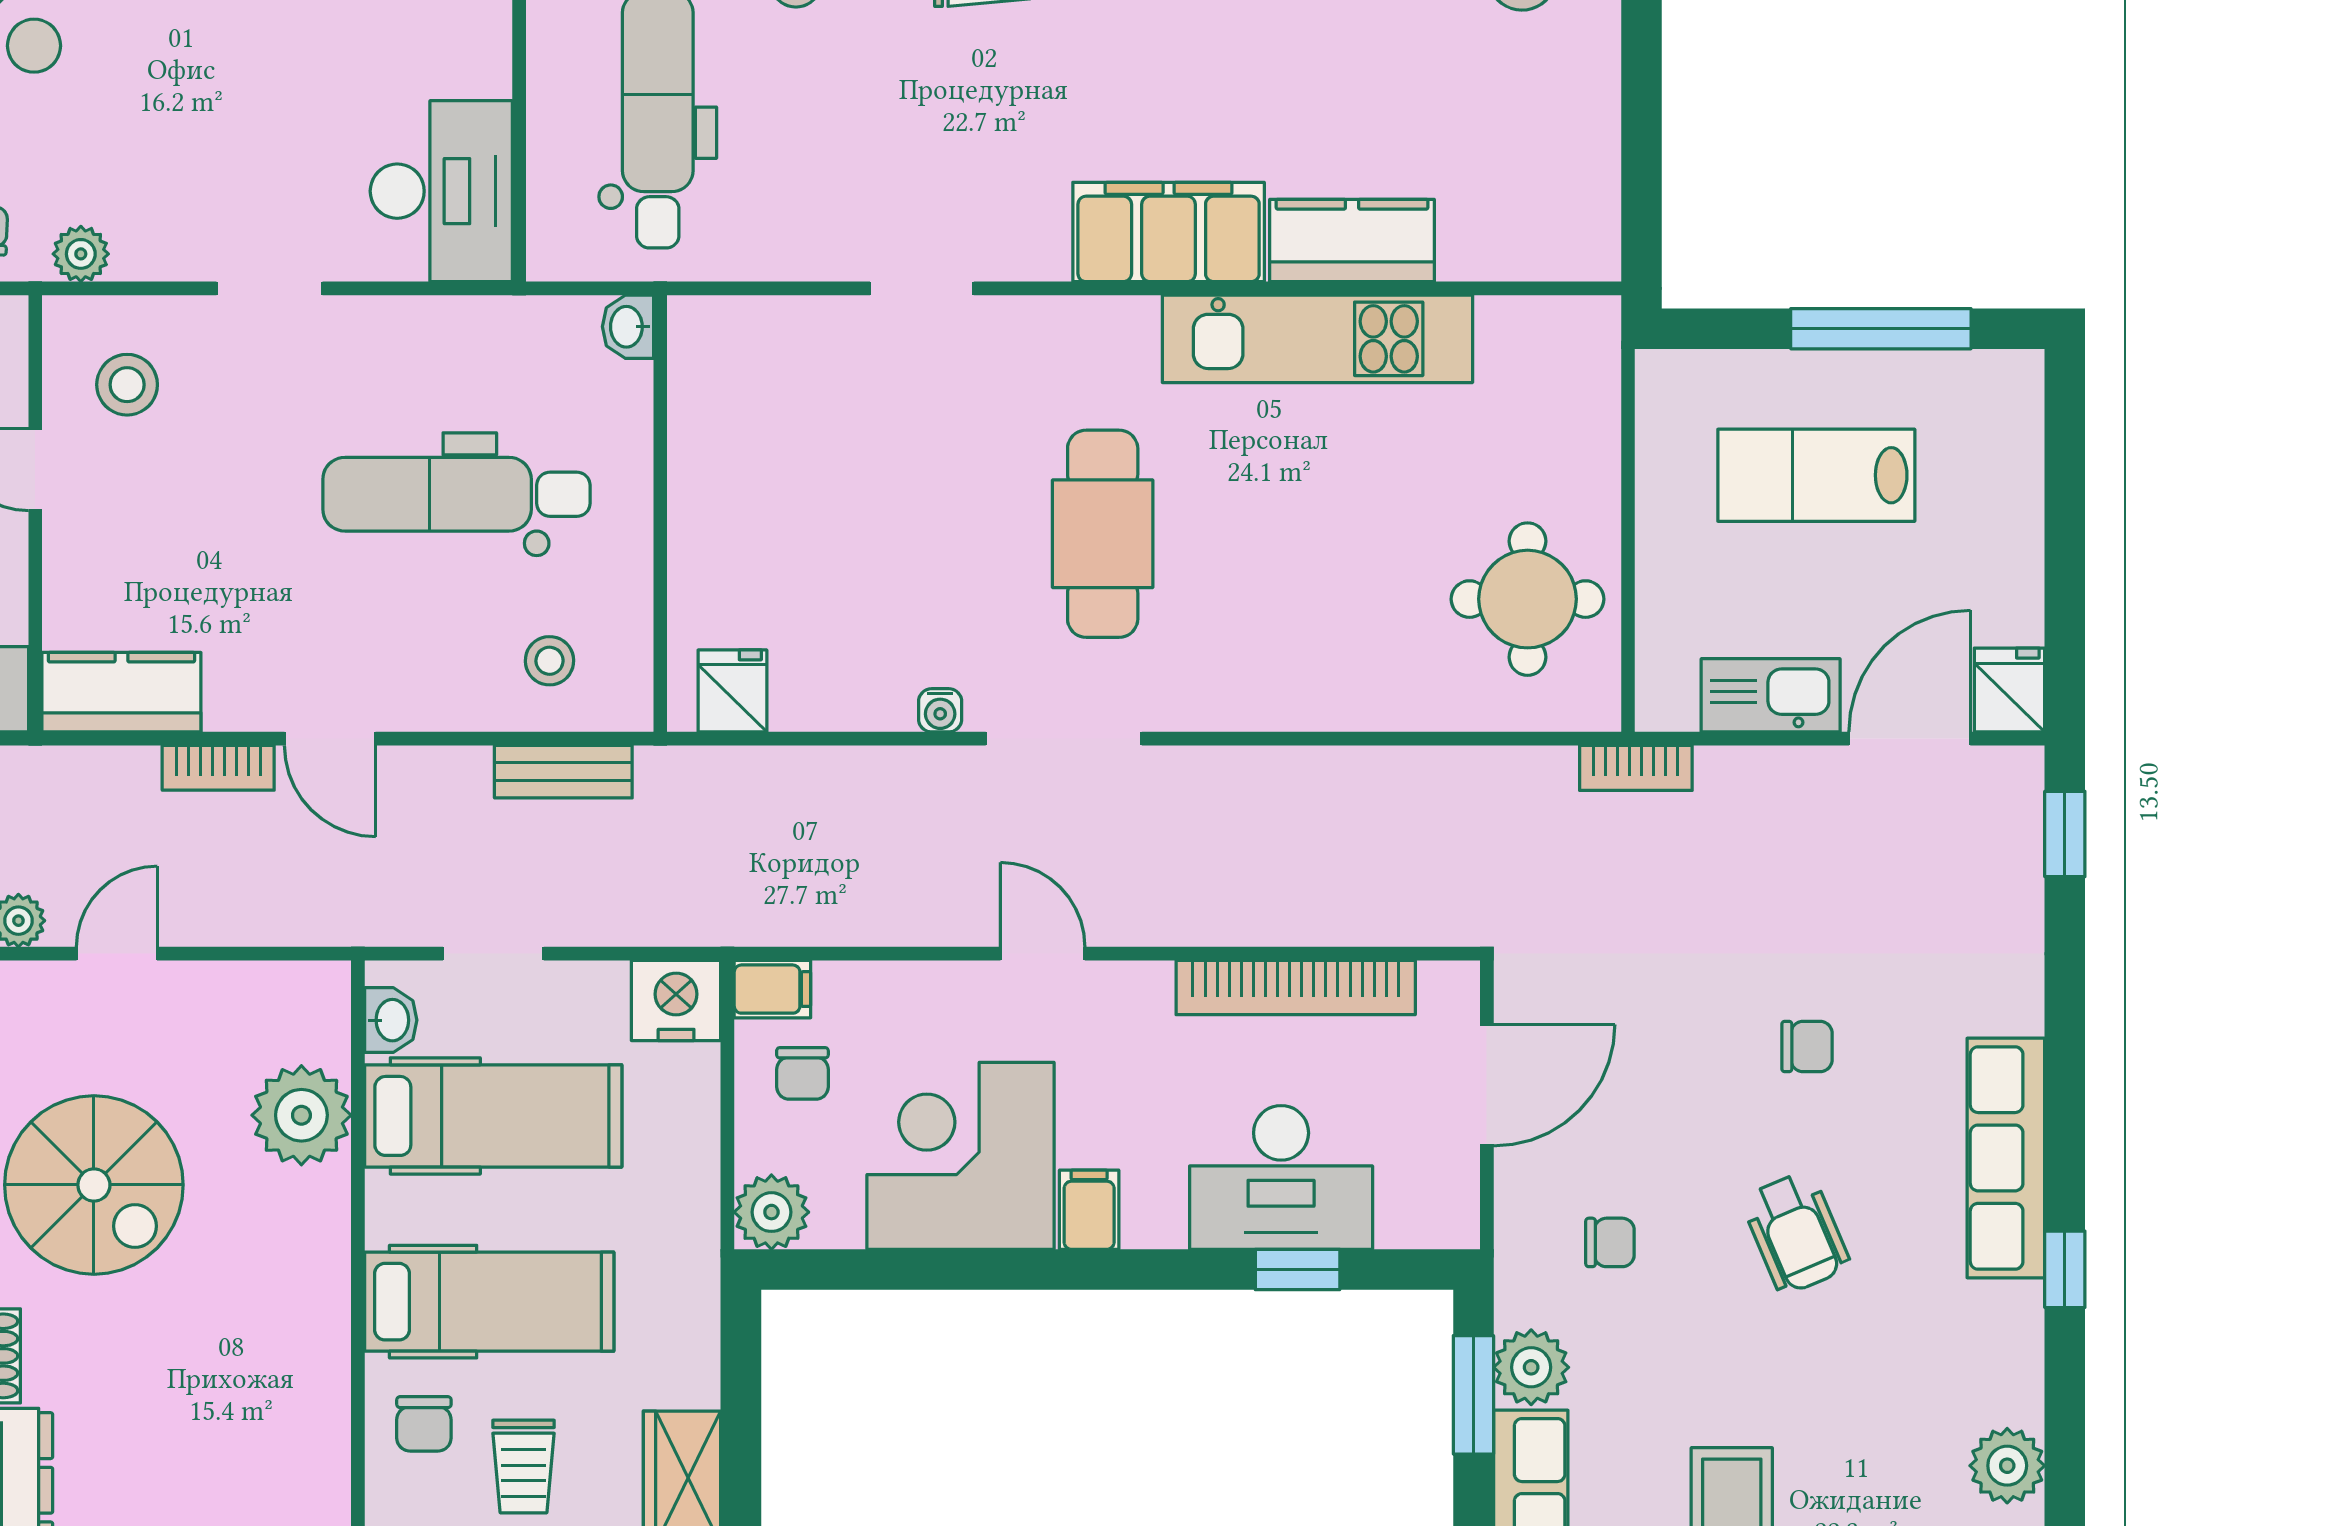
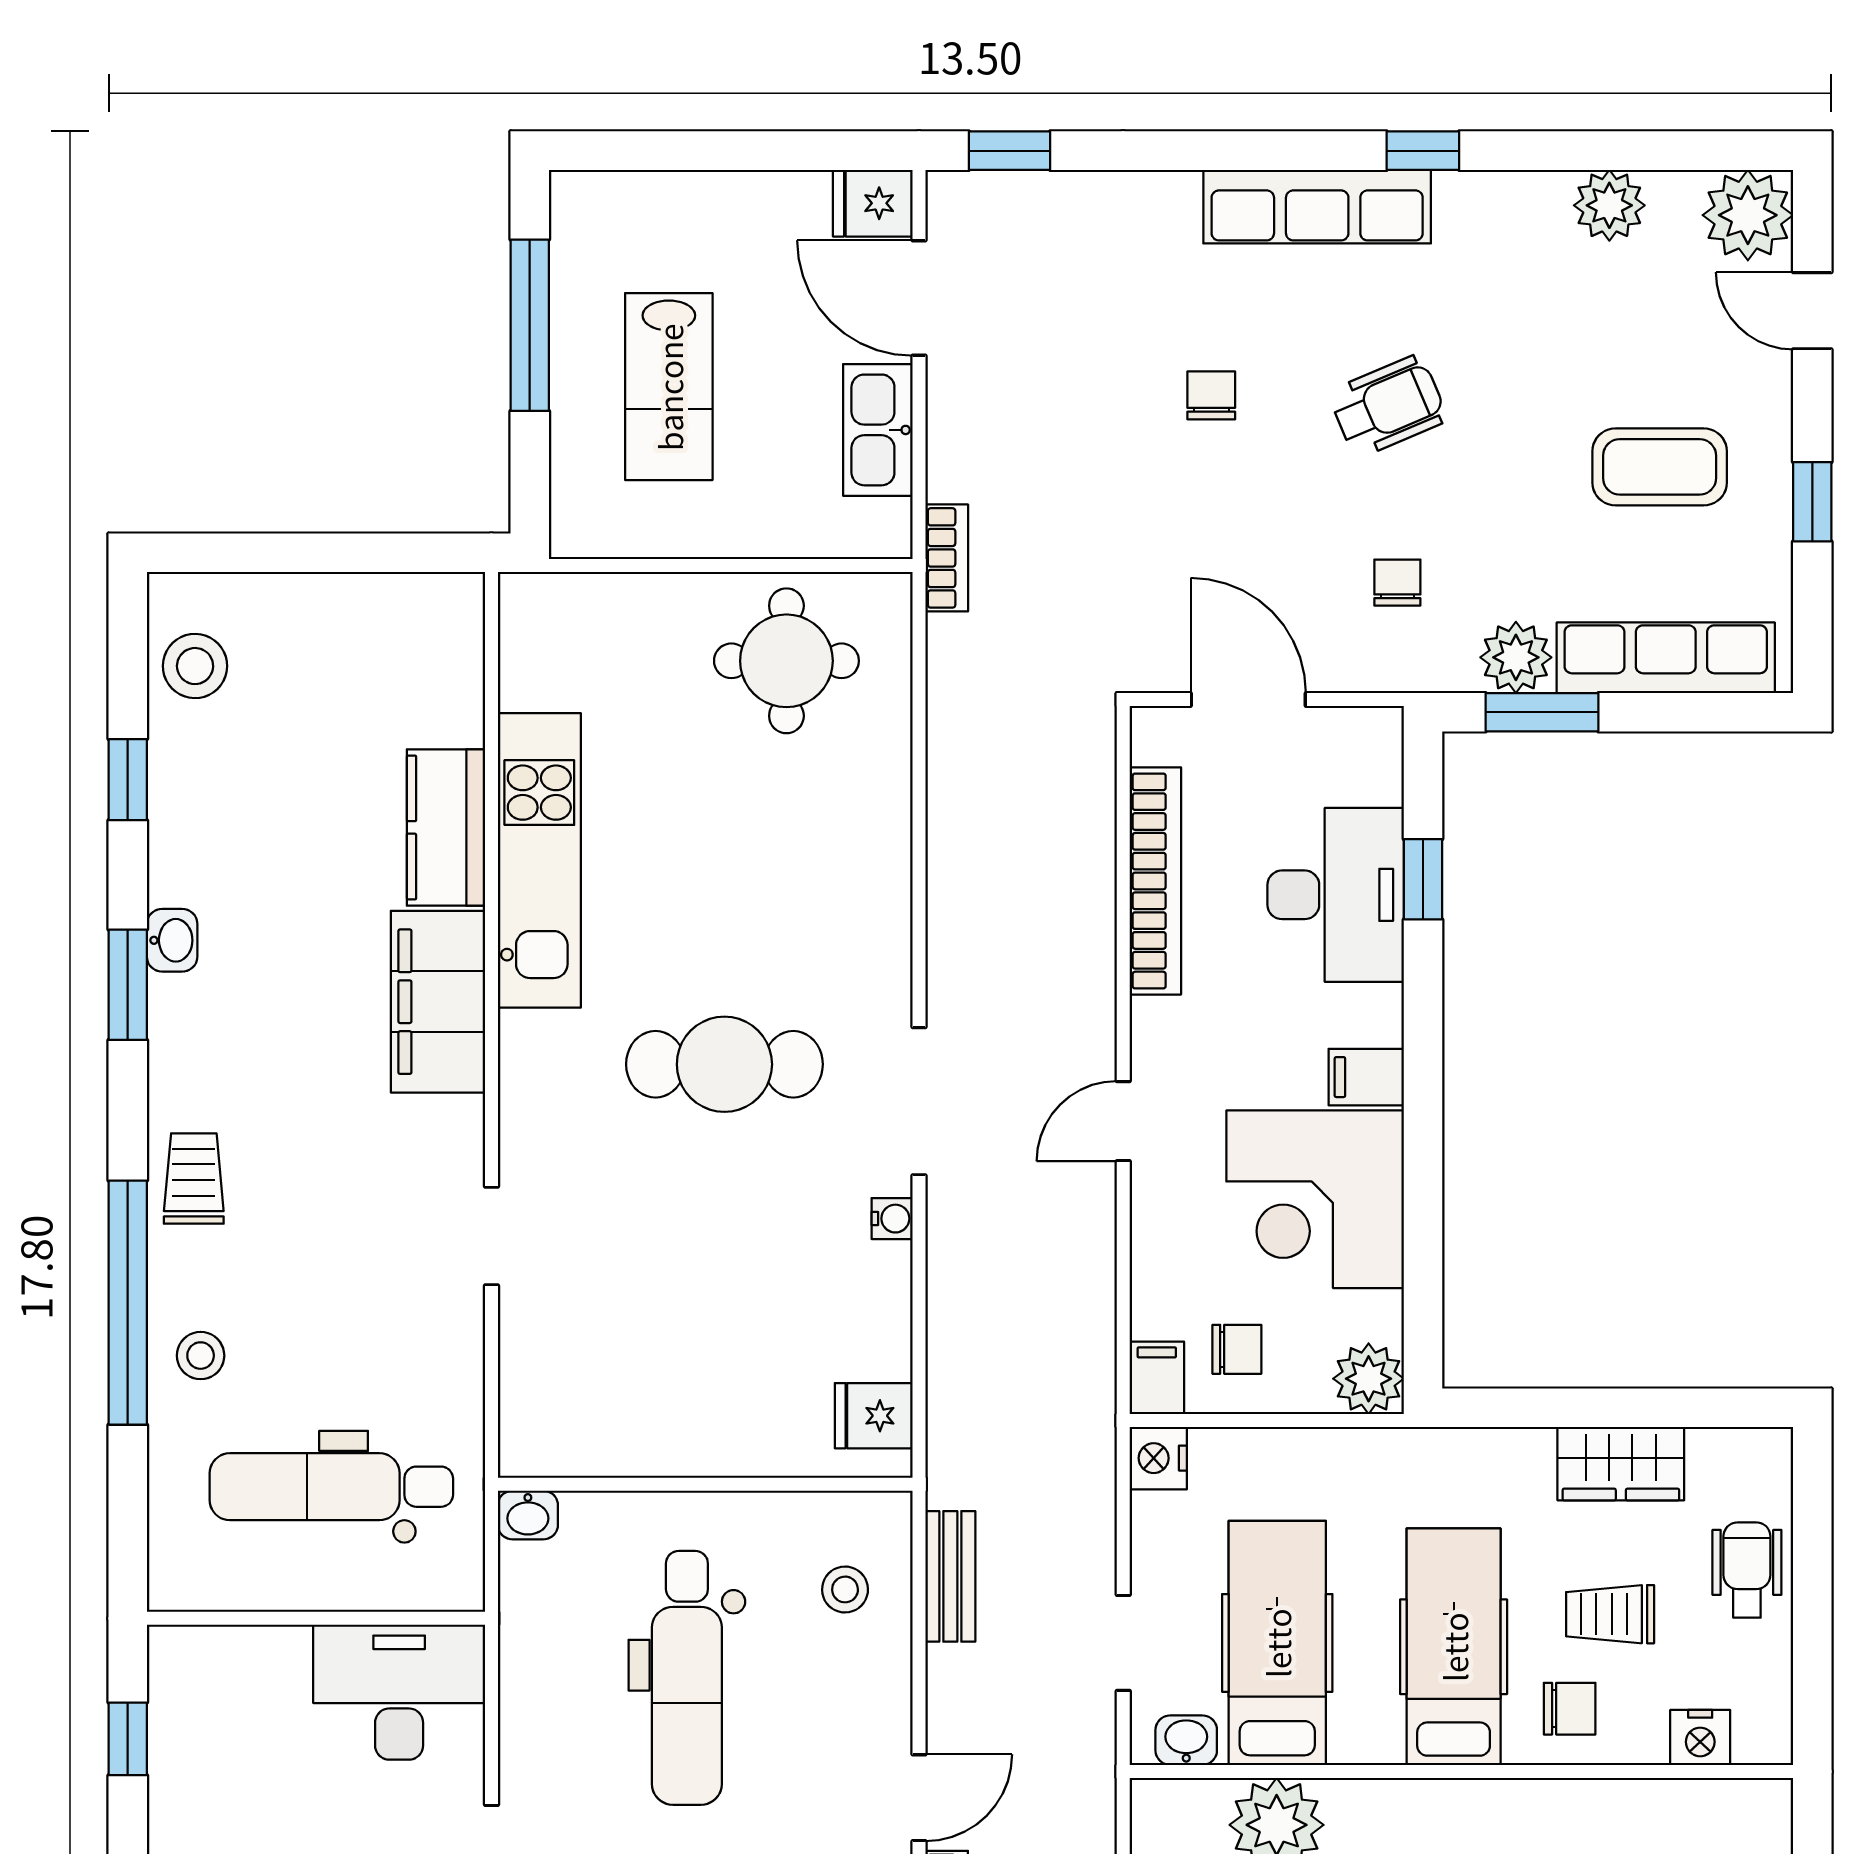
nightstand: (676, 1000) -> (1158, 1458), width x0.74, depth x0.75
trolley: (523, 1466) -> (1610, 1614), turned 180

